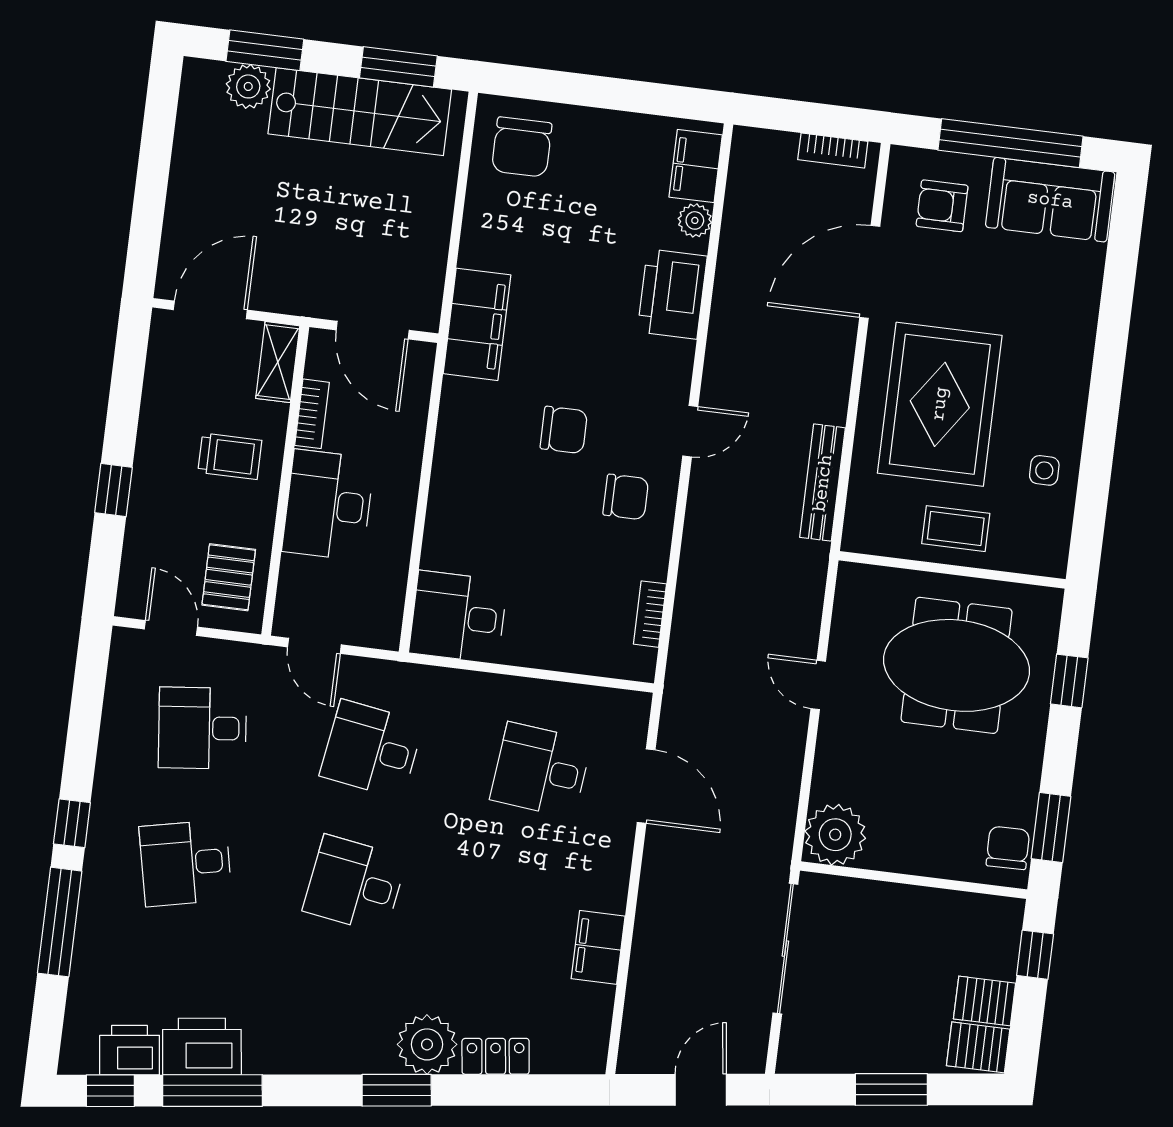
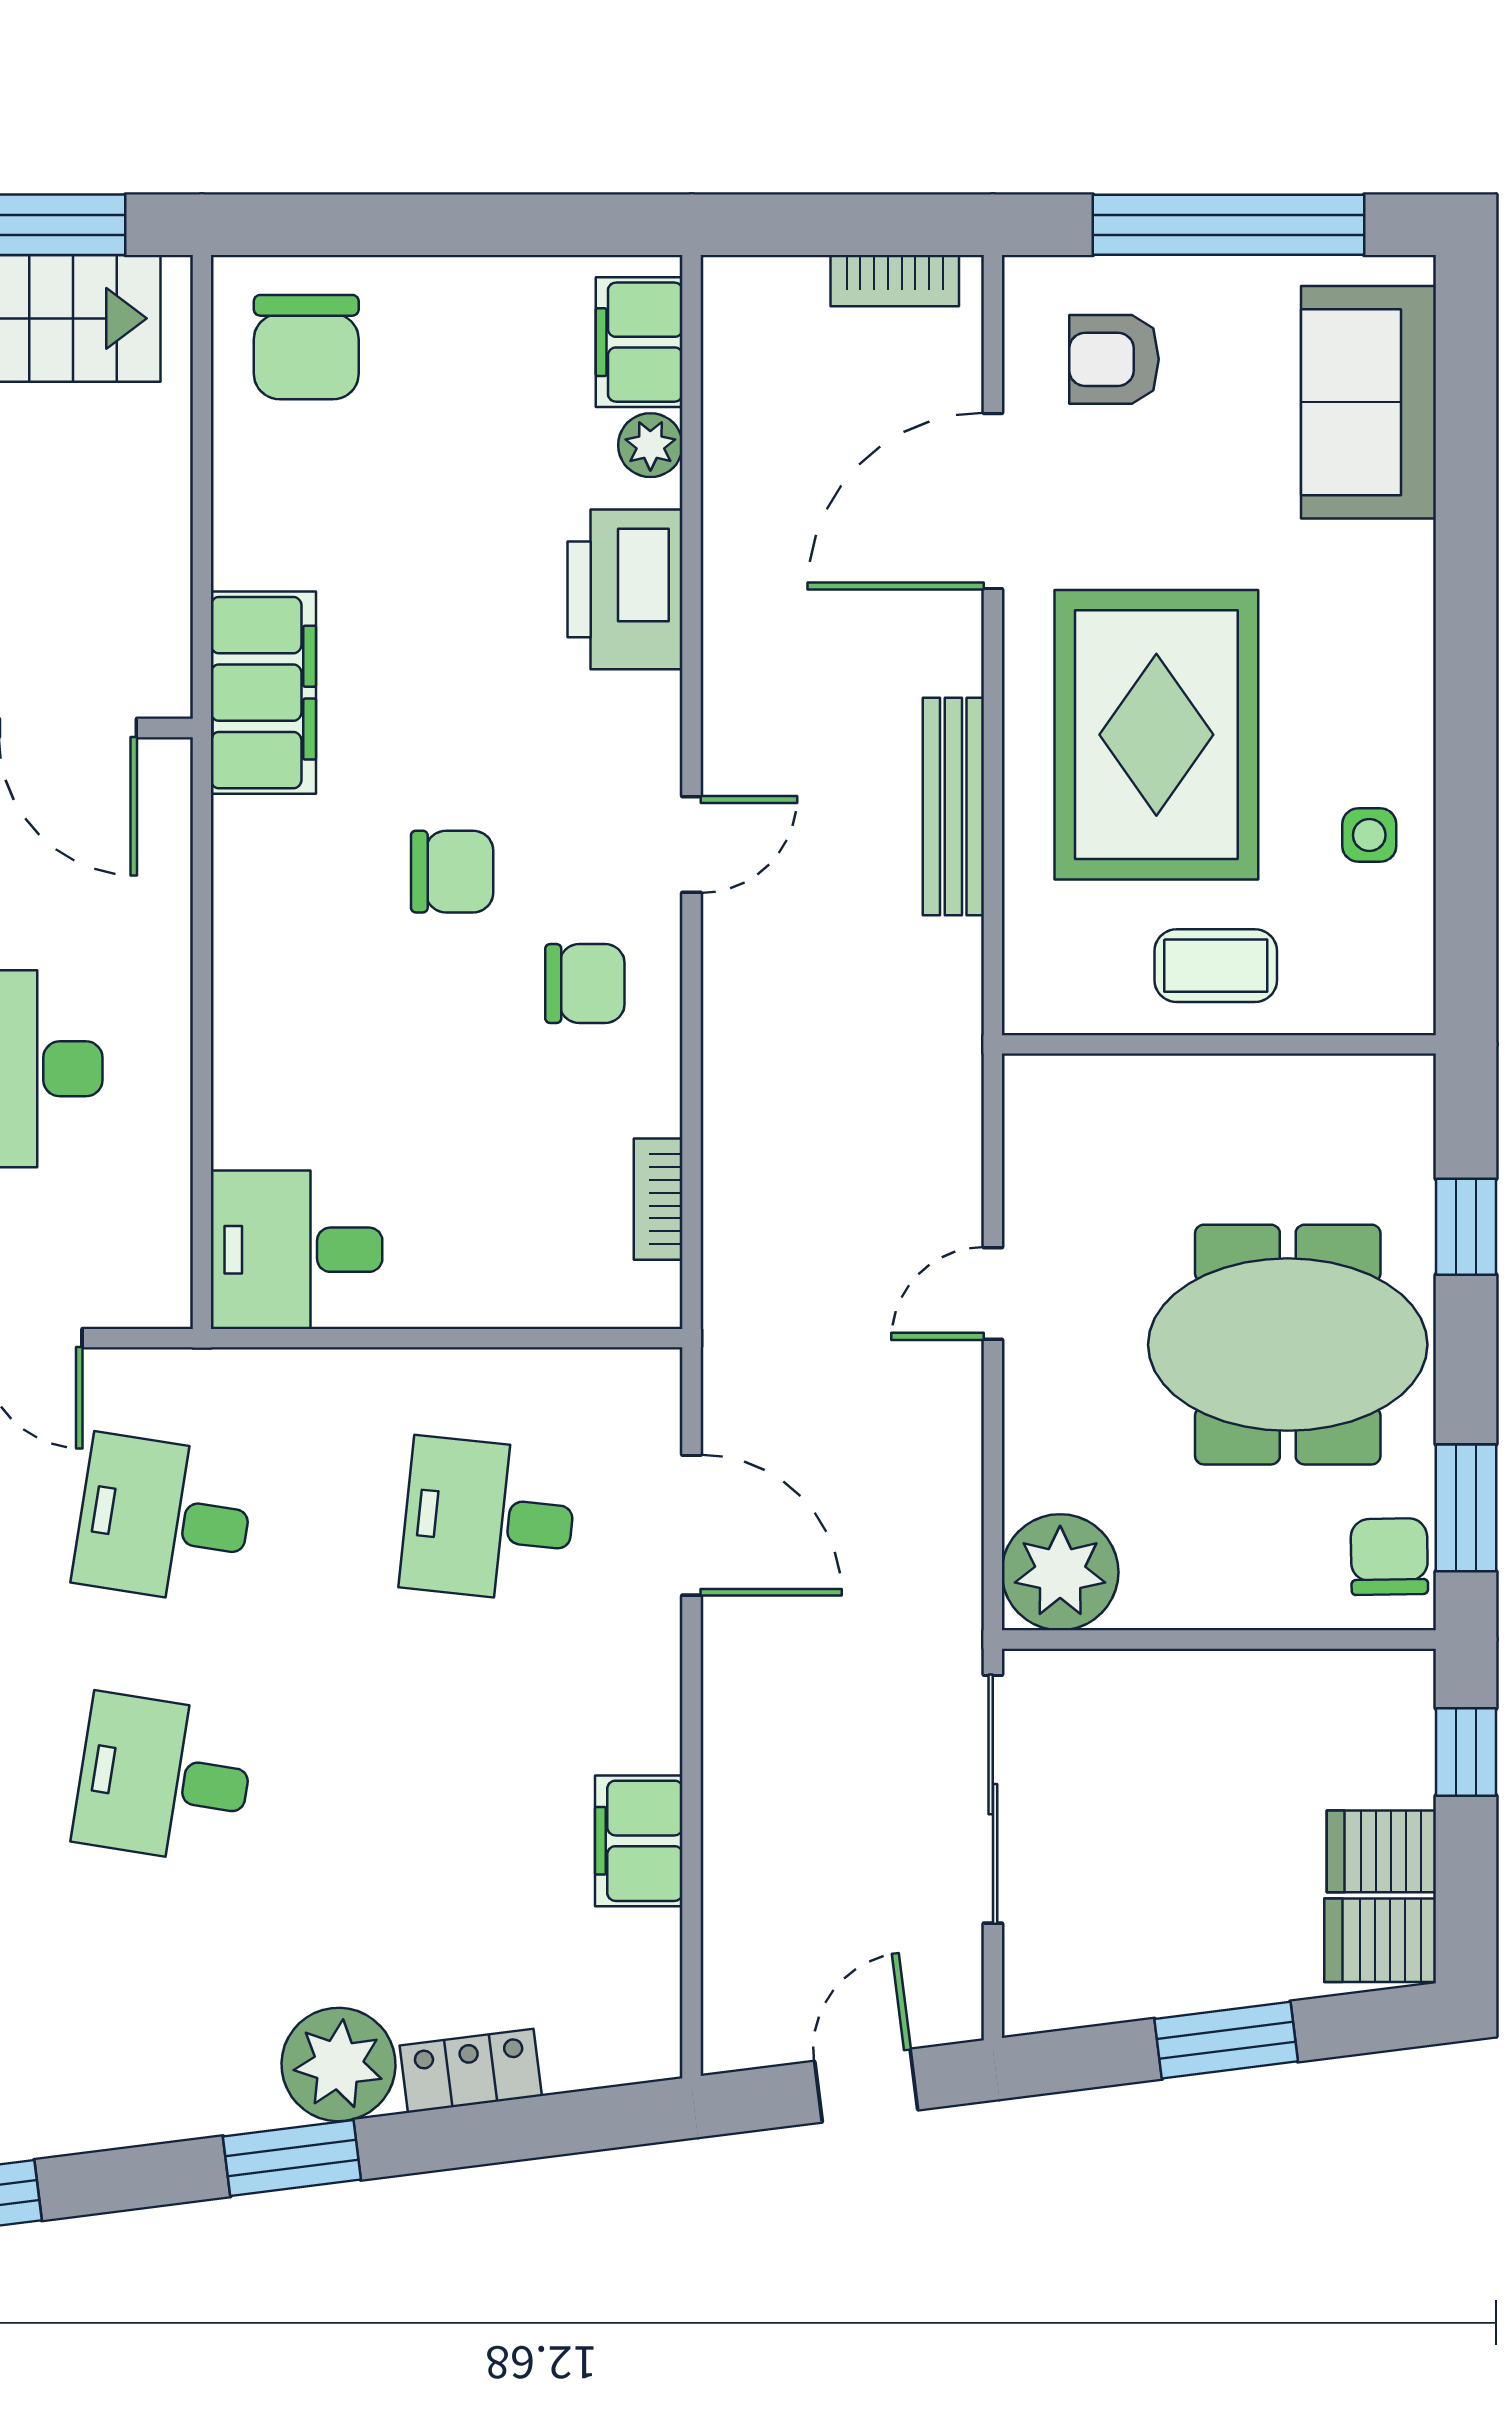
sofa: (1050, 200) -> (1369, 402), moved, turned 90
bench: (823, 483) -> (953, 807), moved
meeting table: (957, 665) -> (1288, 1345), moved
door: (818, 685) -> (993, 1293), hinge flipped

